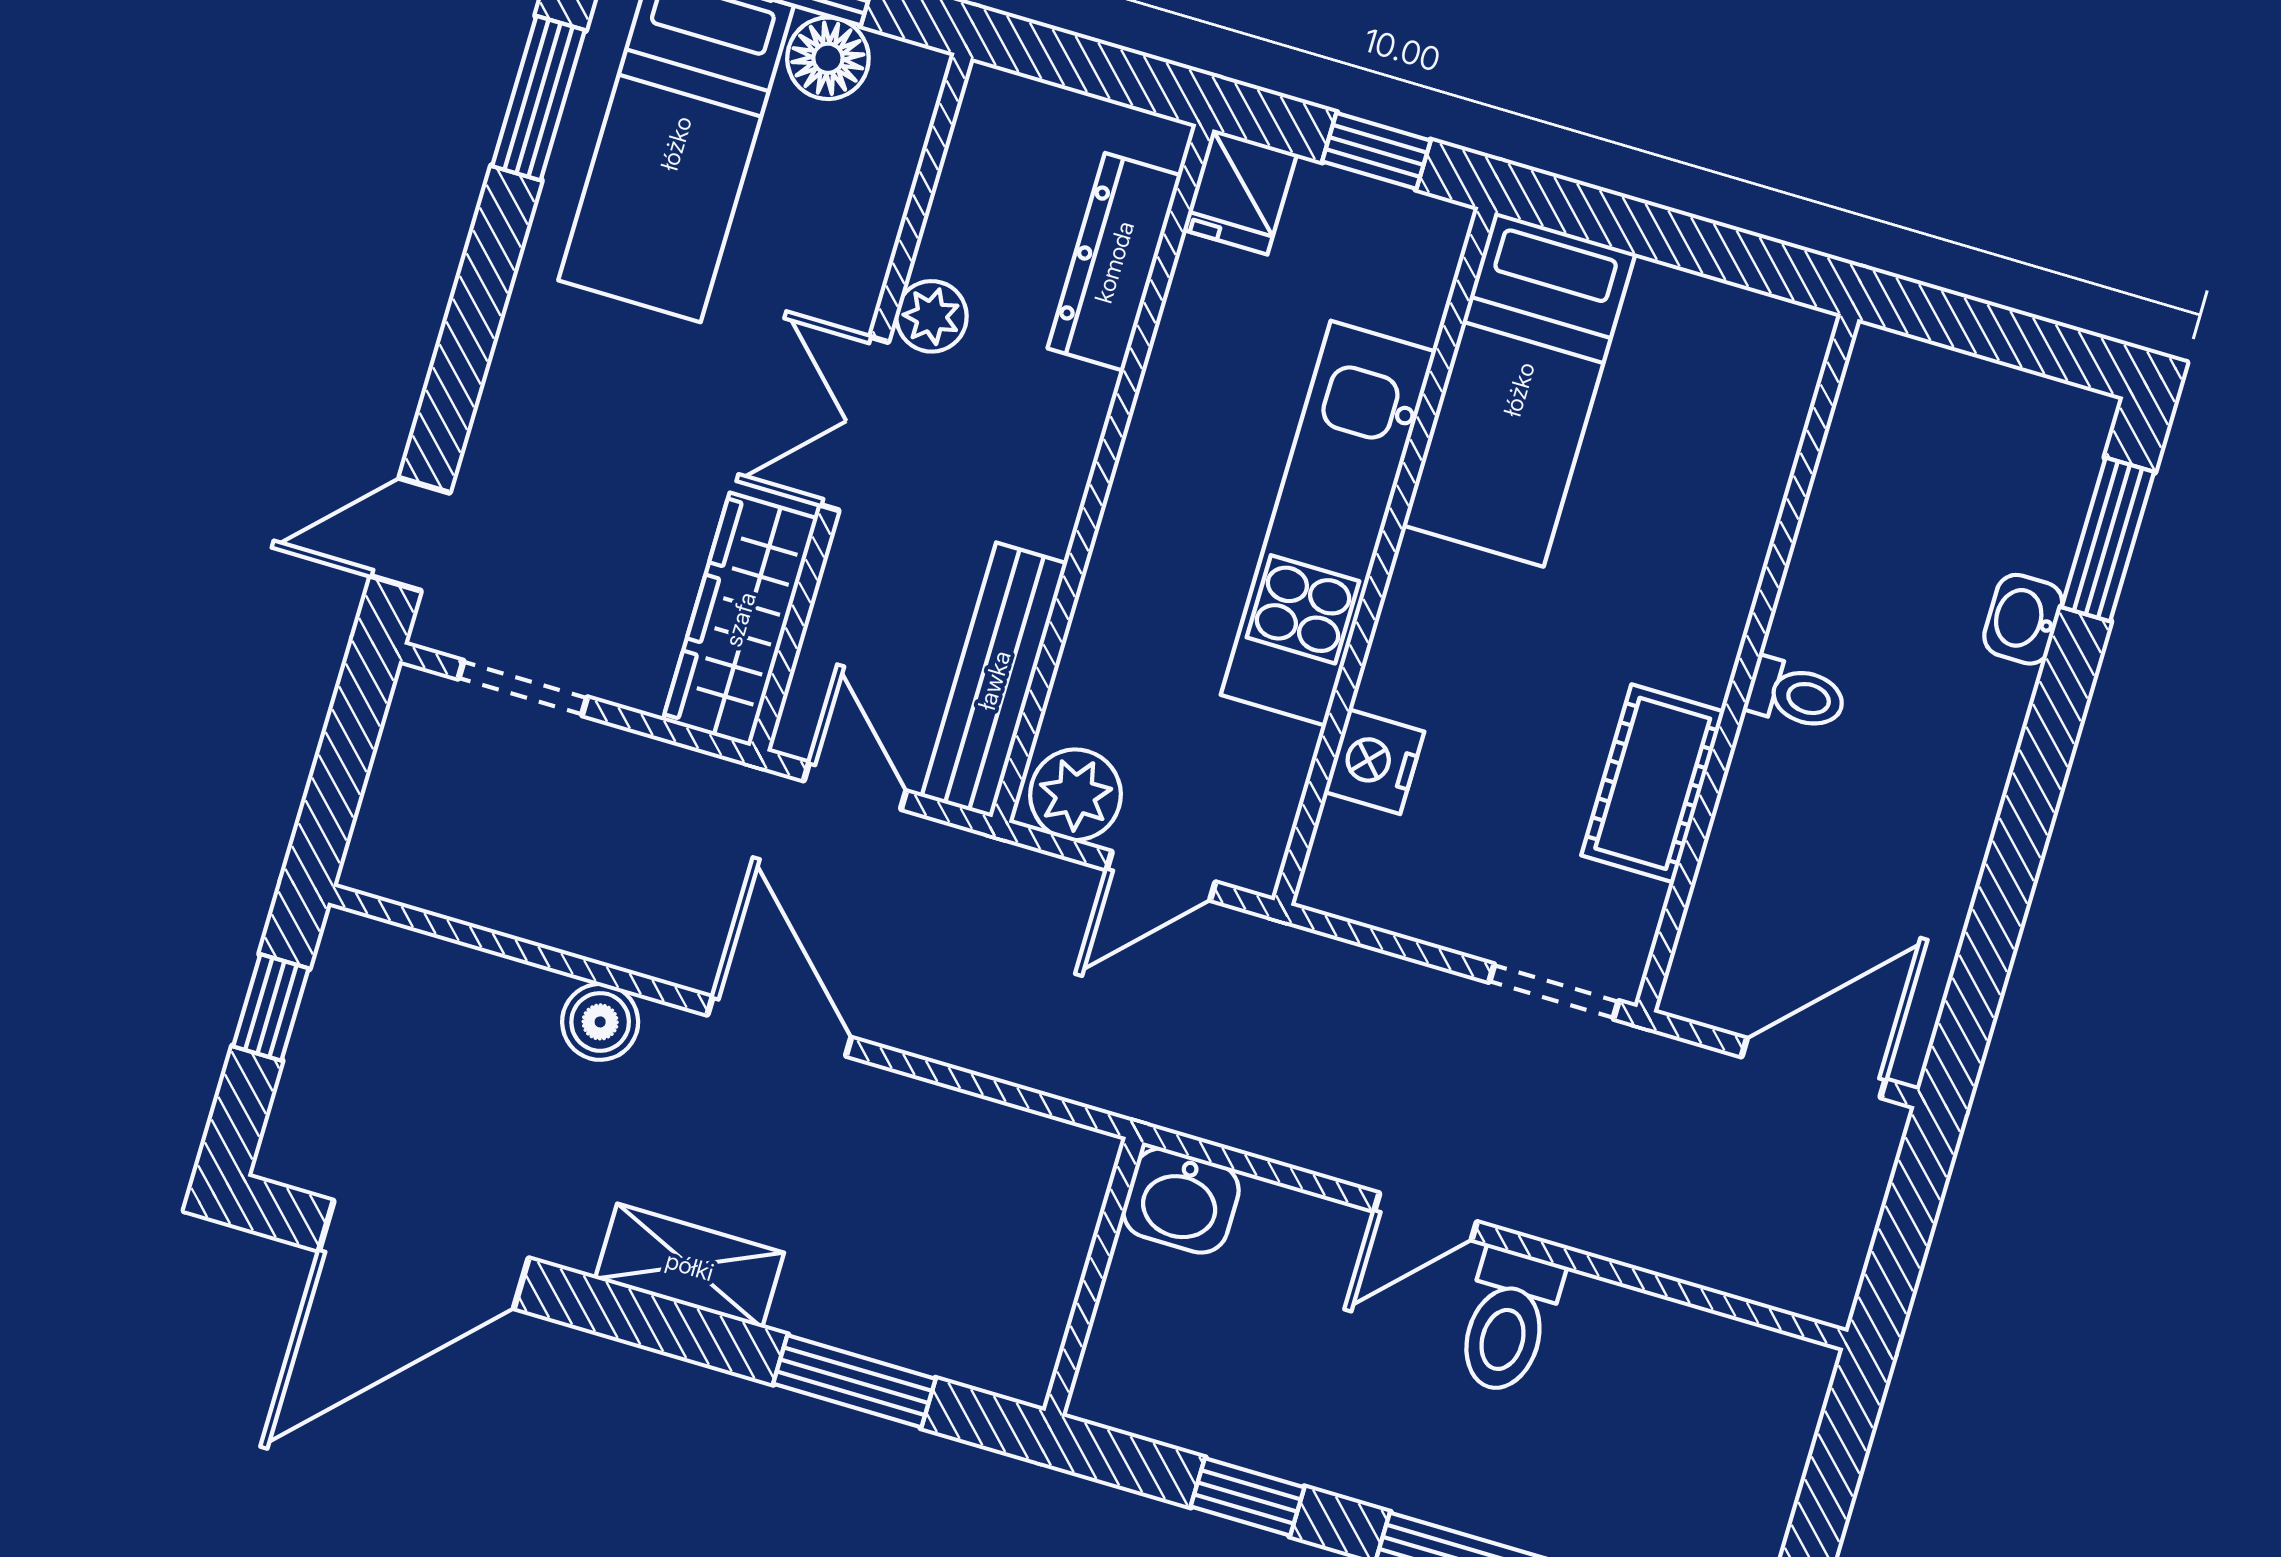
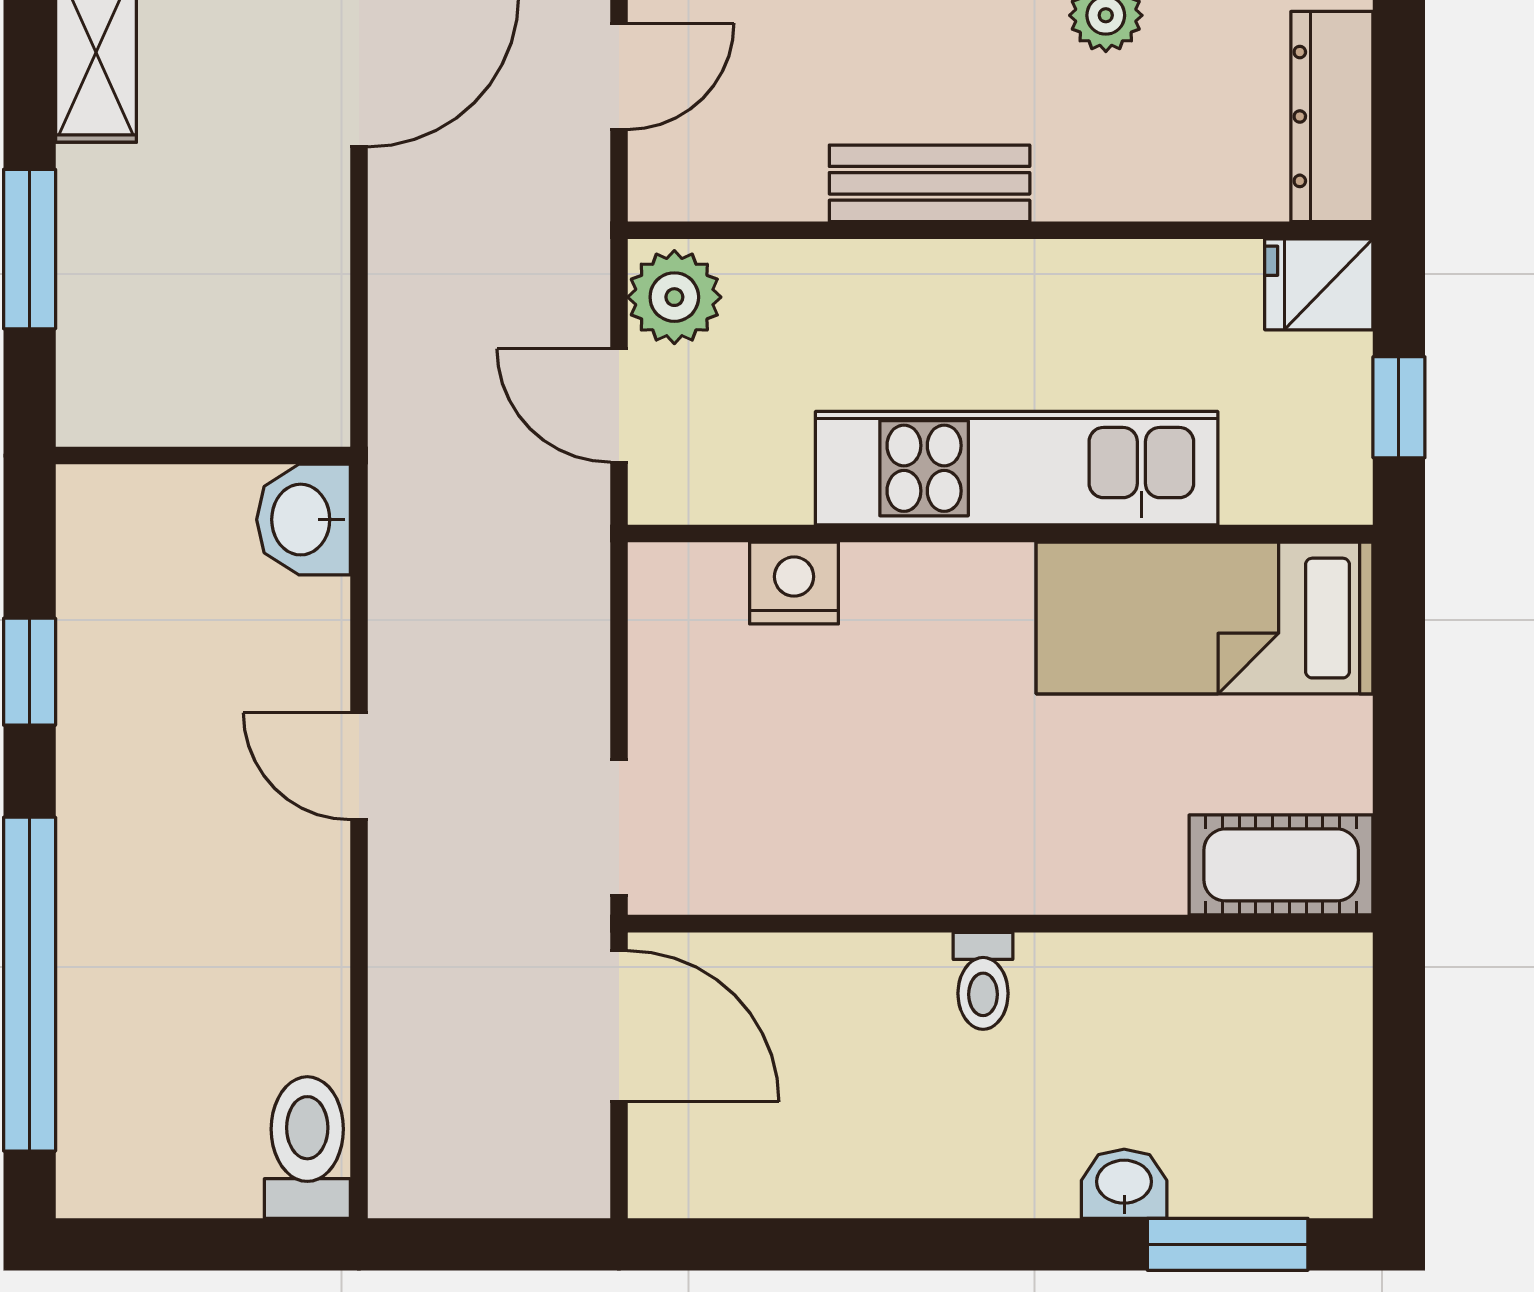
dresser: (1114, 262) -> (1332, 116), moved, turned -90
bench: (994, 680) -> (930, 183), moved, width x0.73
cot: (1653, 783) -> (1281, 865), moved
door: (1814, 1068) -> (619, 1026), moved
toilet: (1508, 1321) -> (307, 1147), moved, turned 90

